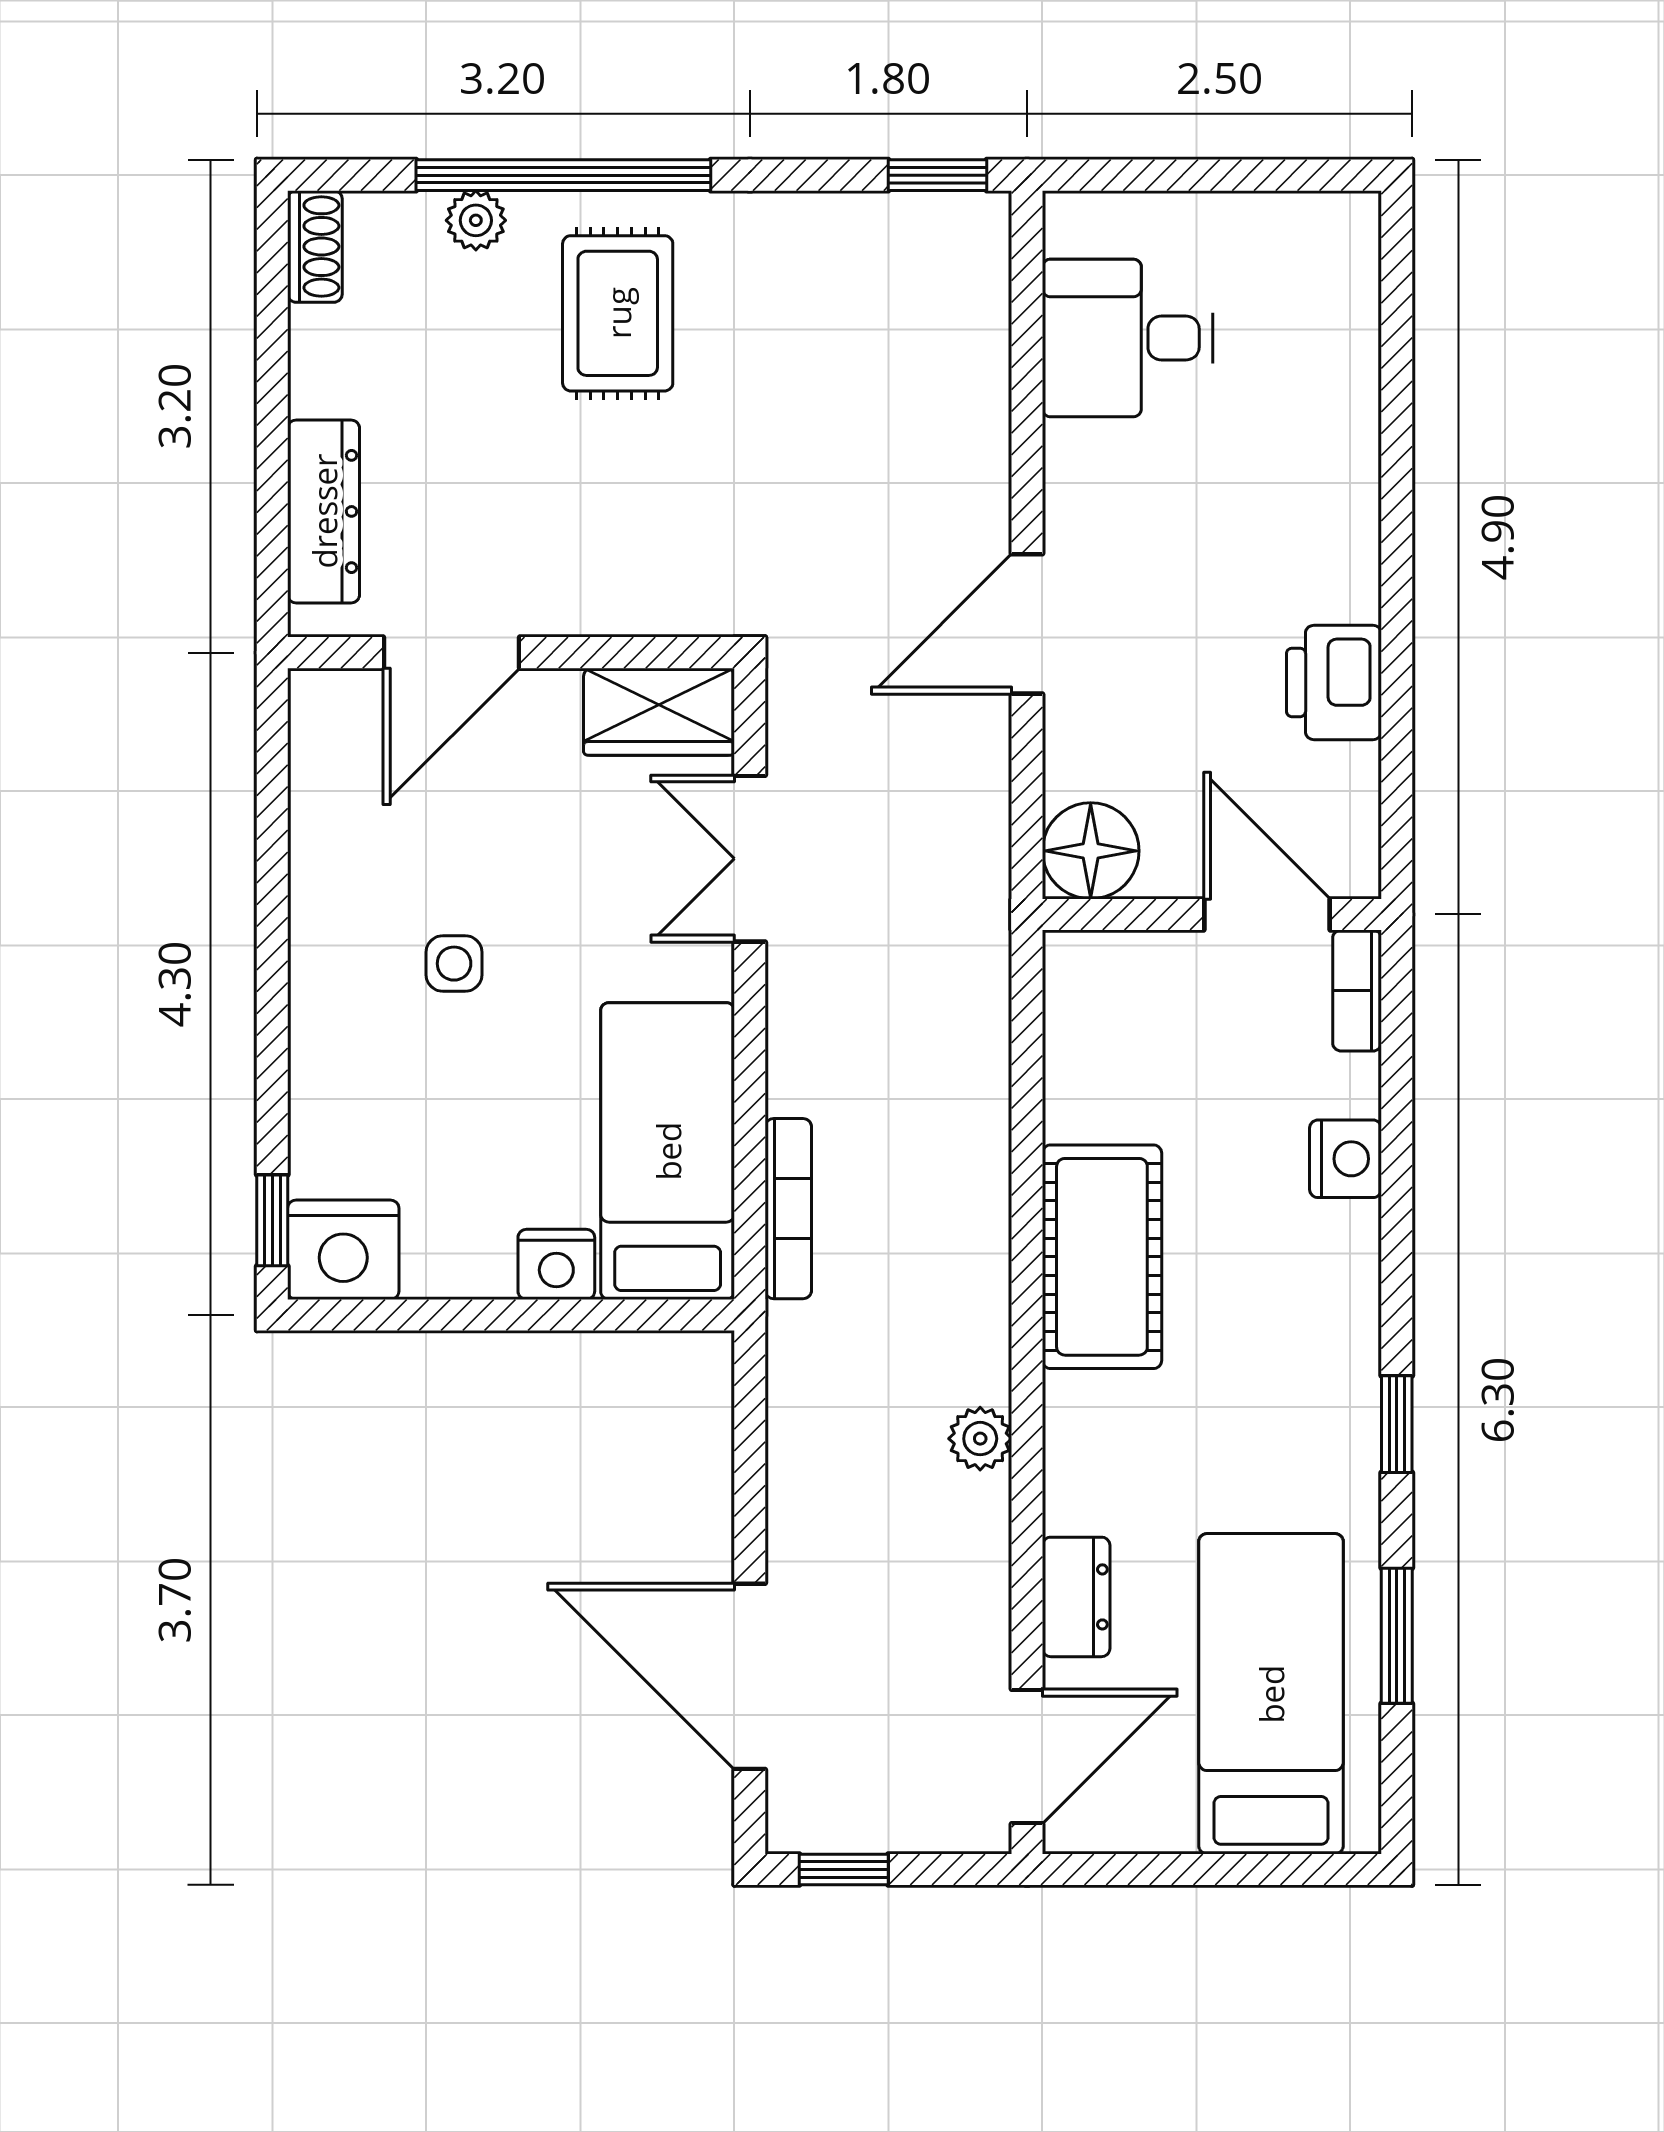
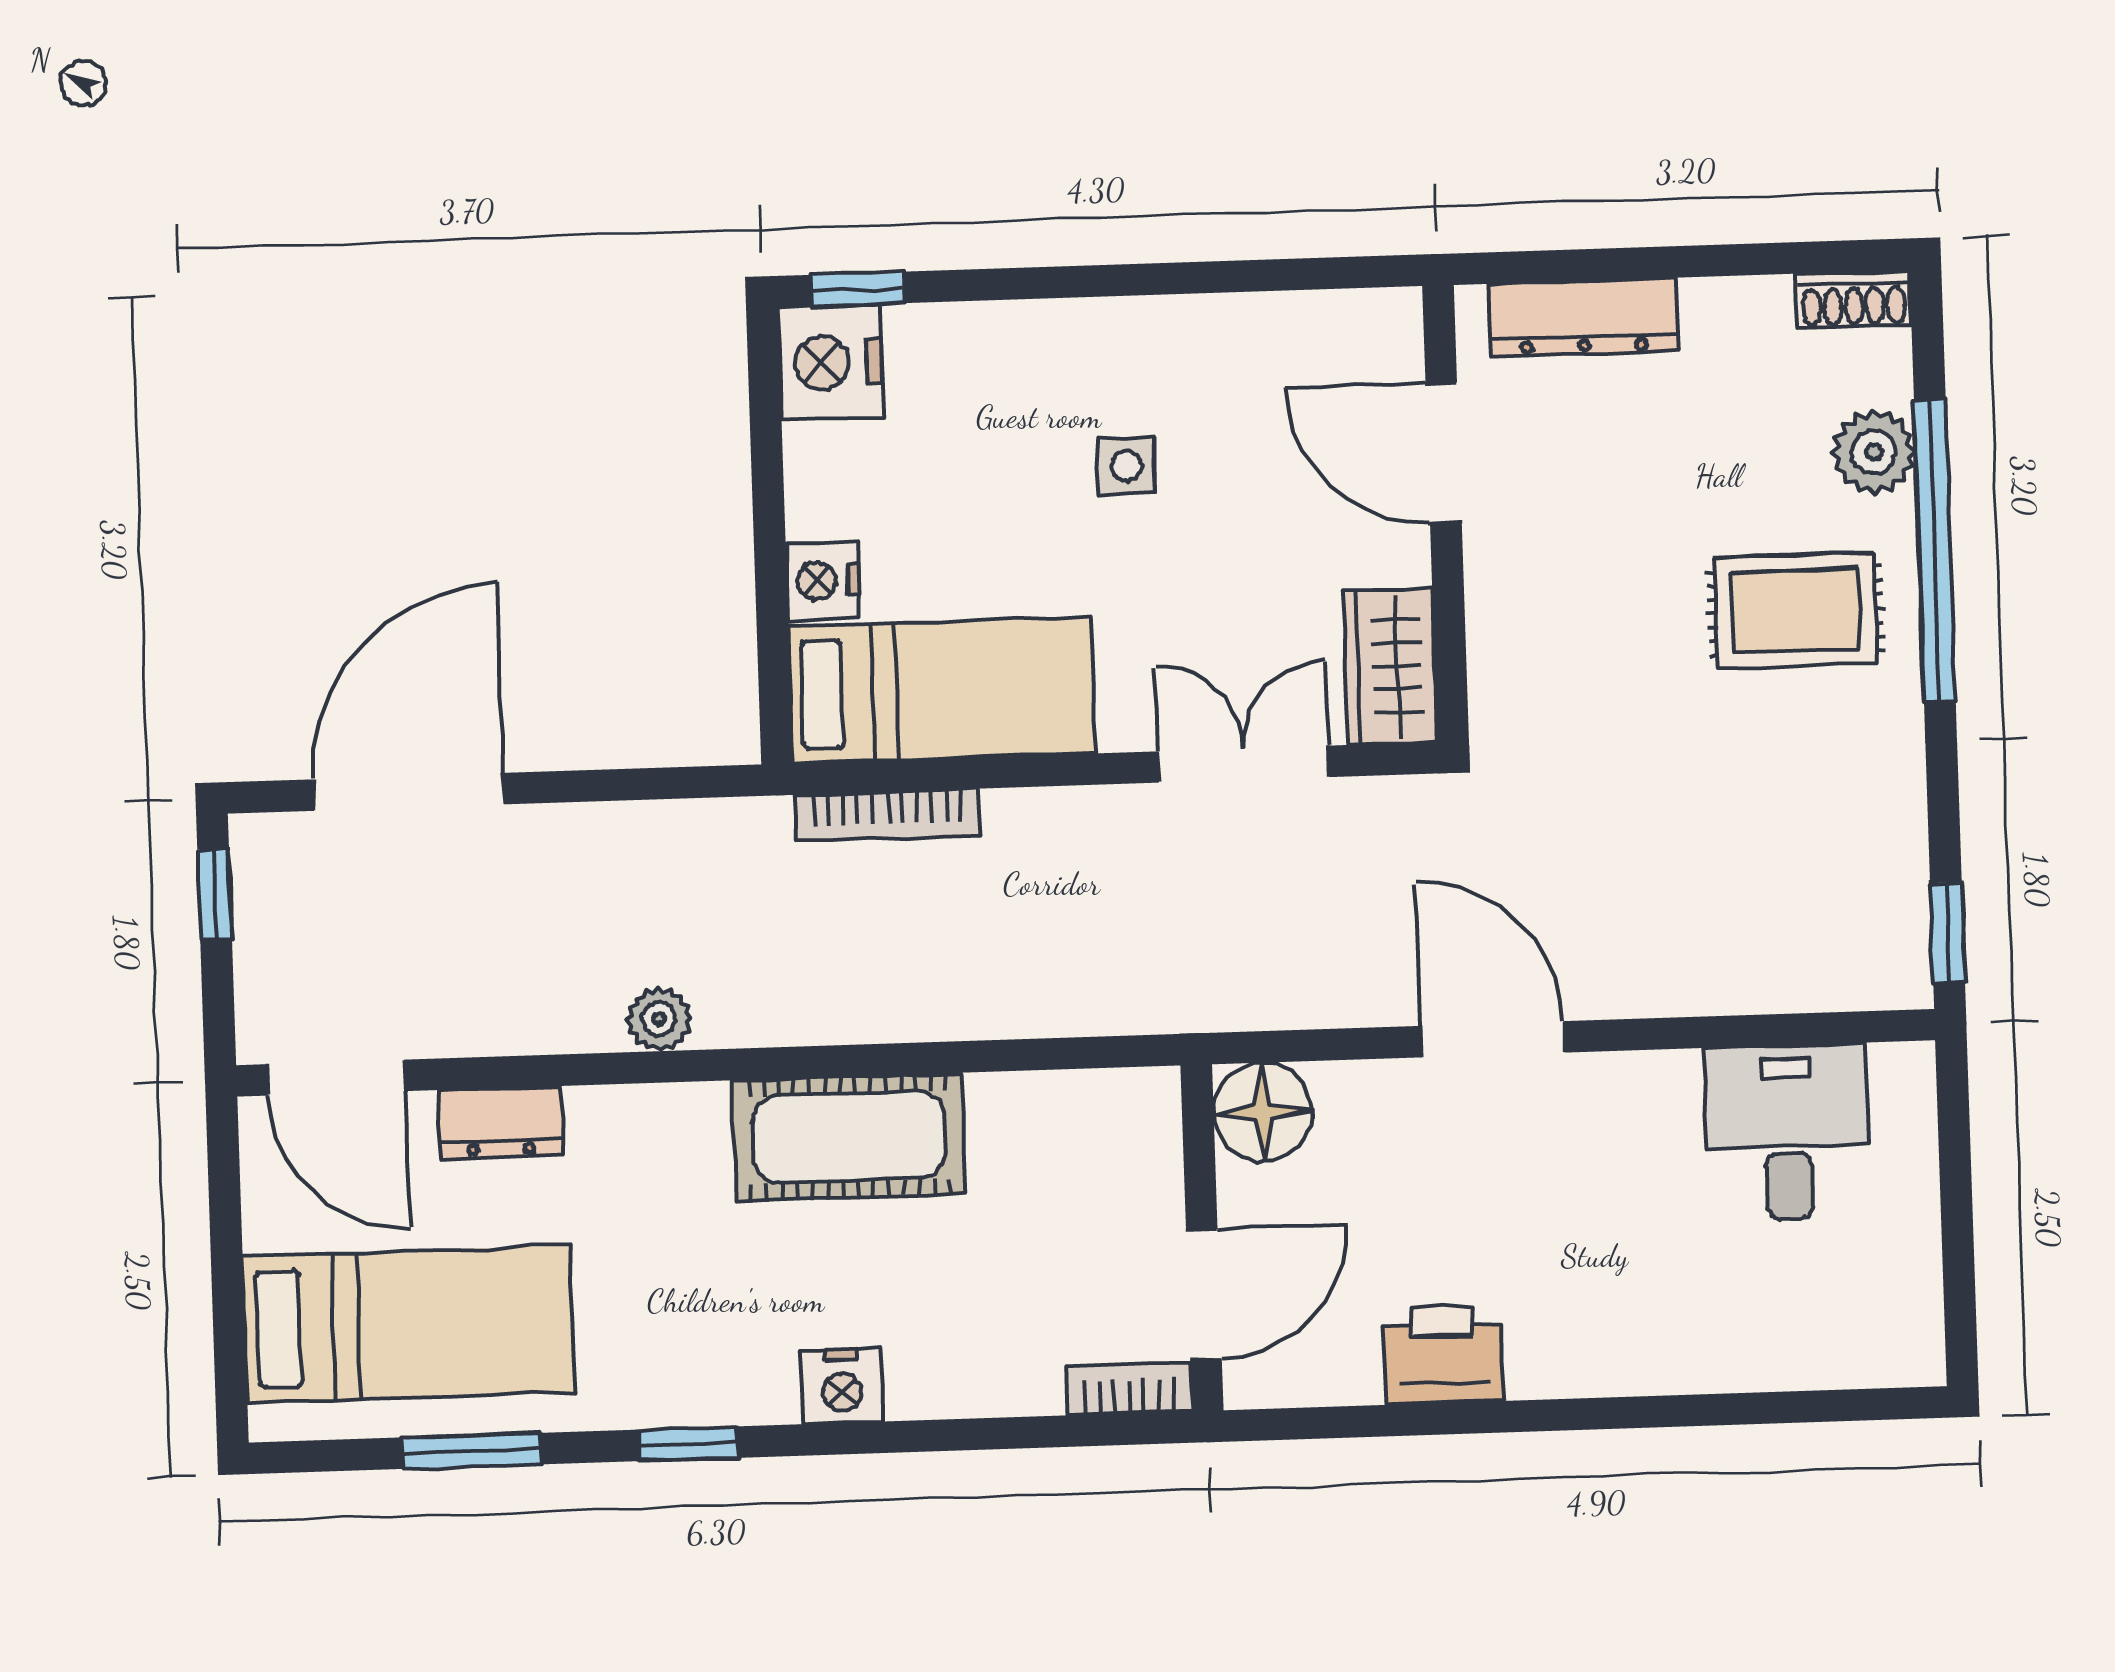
plant: (476, 220) -> (1874, 452), width x1.38, depth x1.38
nightstand: (1346, 1159) -> (842, 1386), moved

